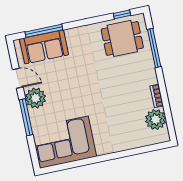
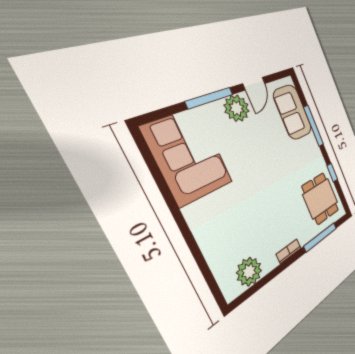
window: (122, 14) -> (332, 173), moved
window: (44, 31) -> (314, 126), moved
bookcase: (157, 96) -> (289, 251), moved

